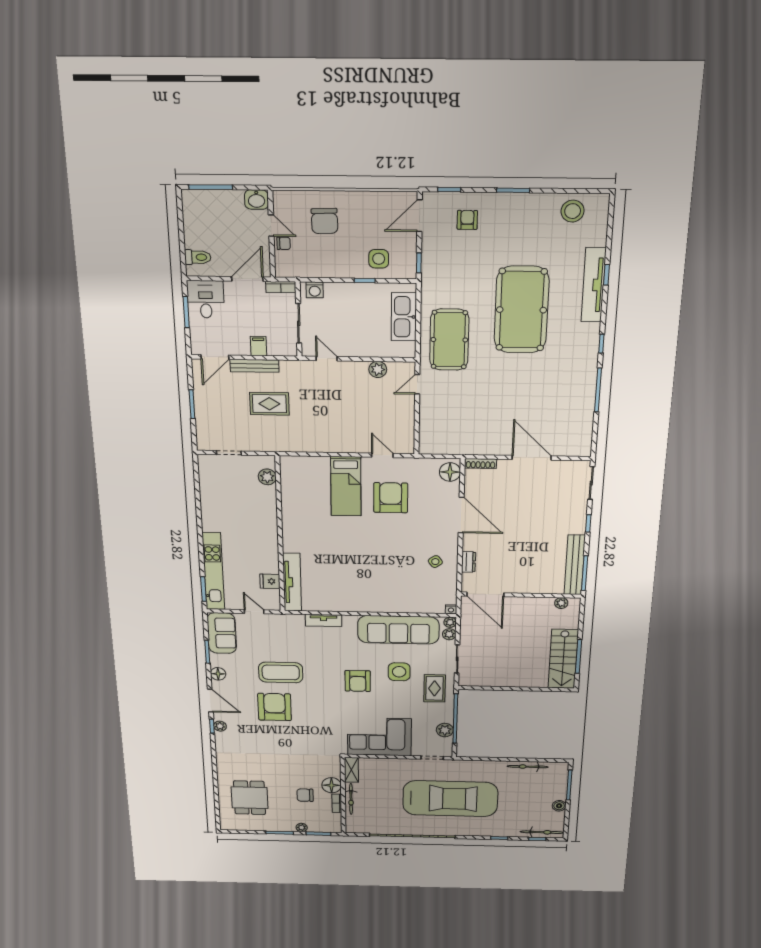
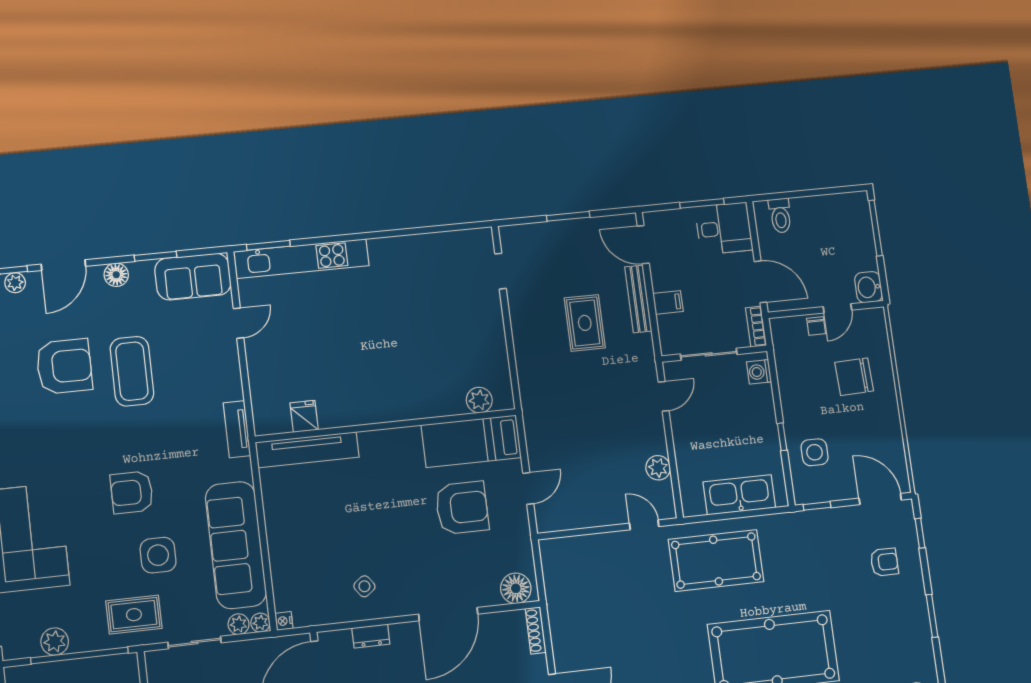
plant: (267, 477) -> (479, 400), moved
wall: (280, 535) -> (386, 426), moved
fridge: (270, 581) -> (304, 416), moved
tv unit: (292, 582) -> (307, 450), moved

